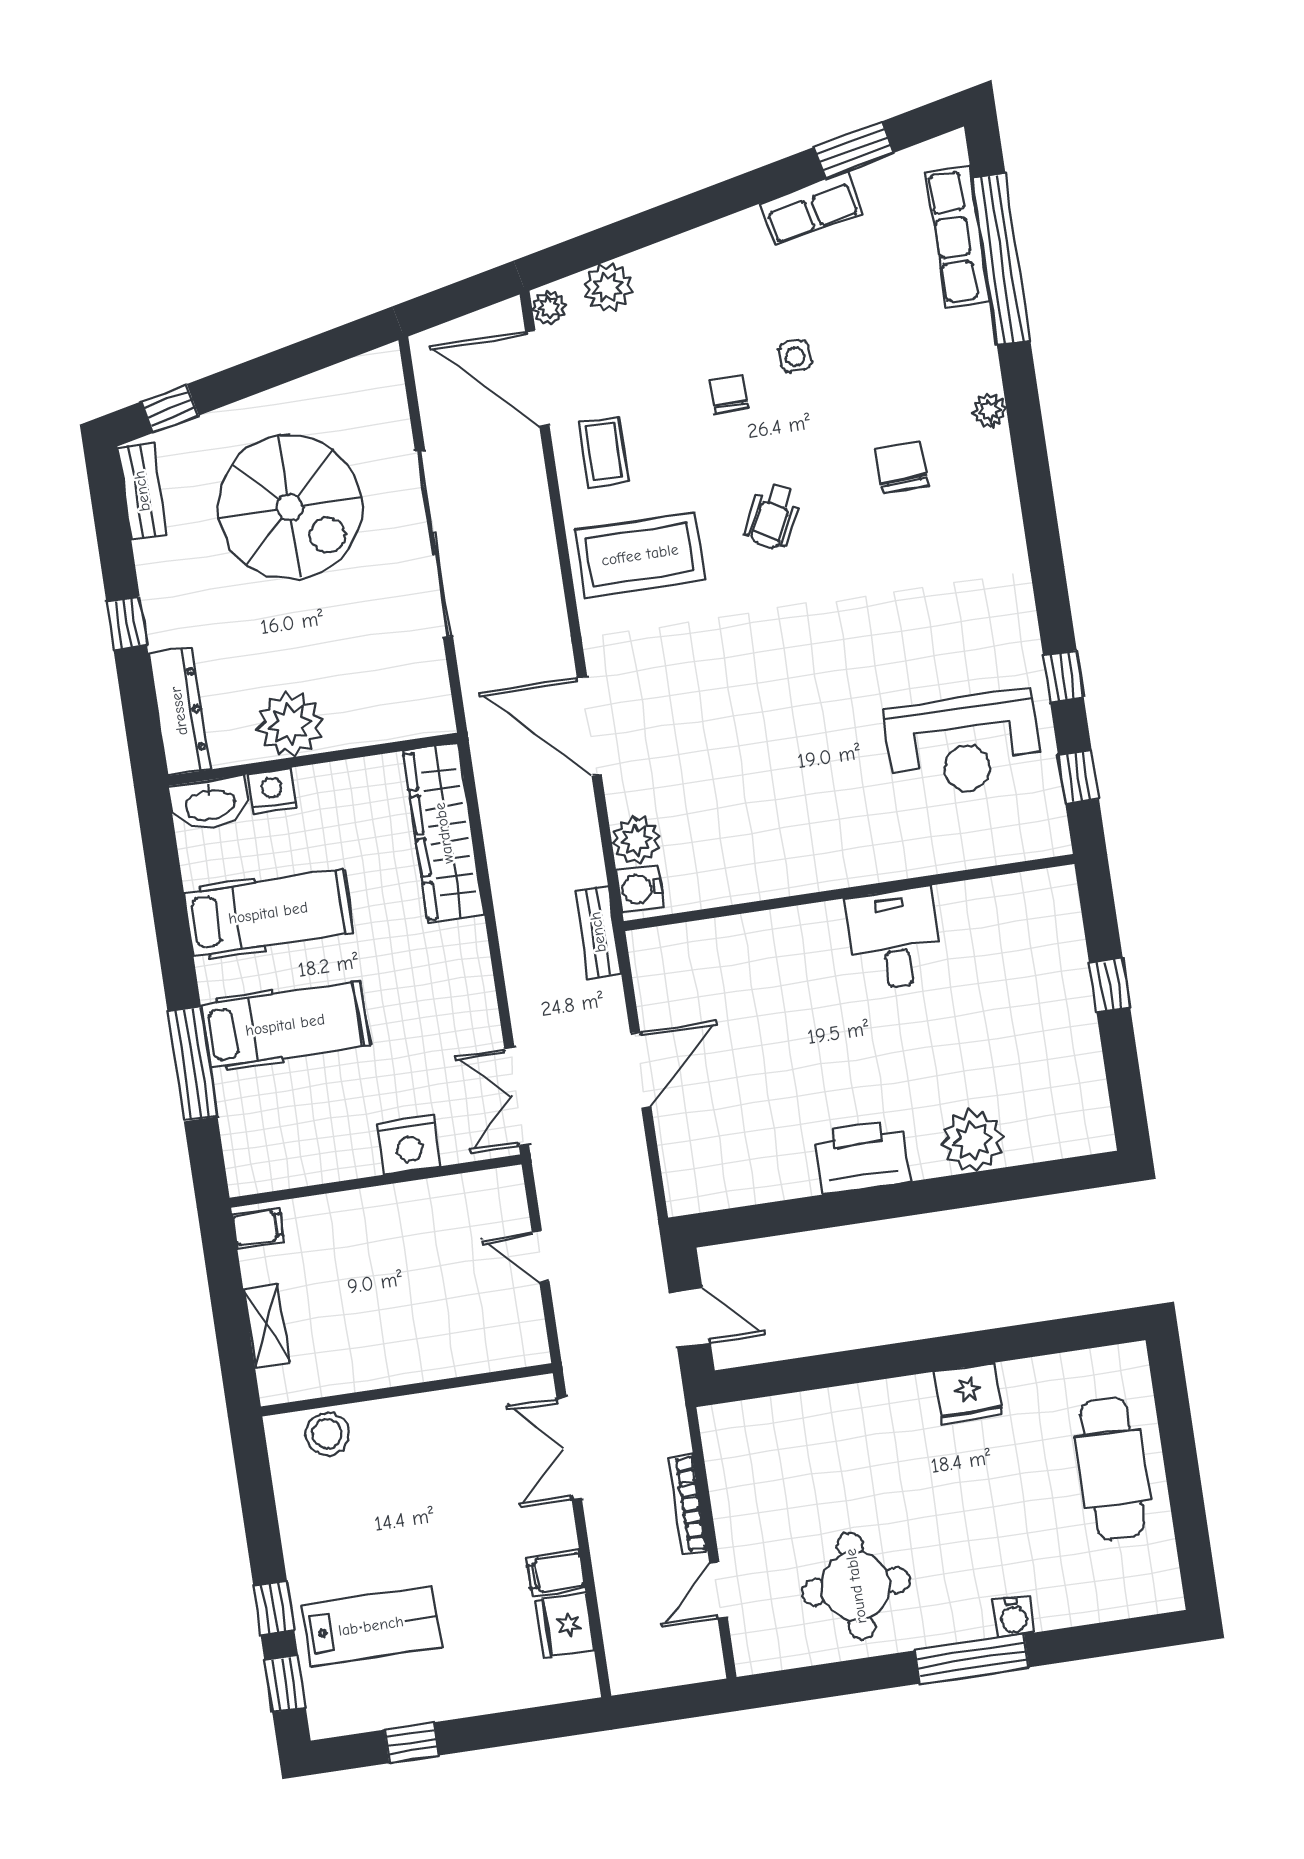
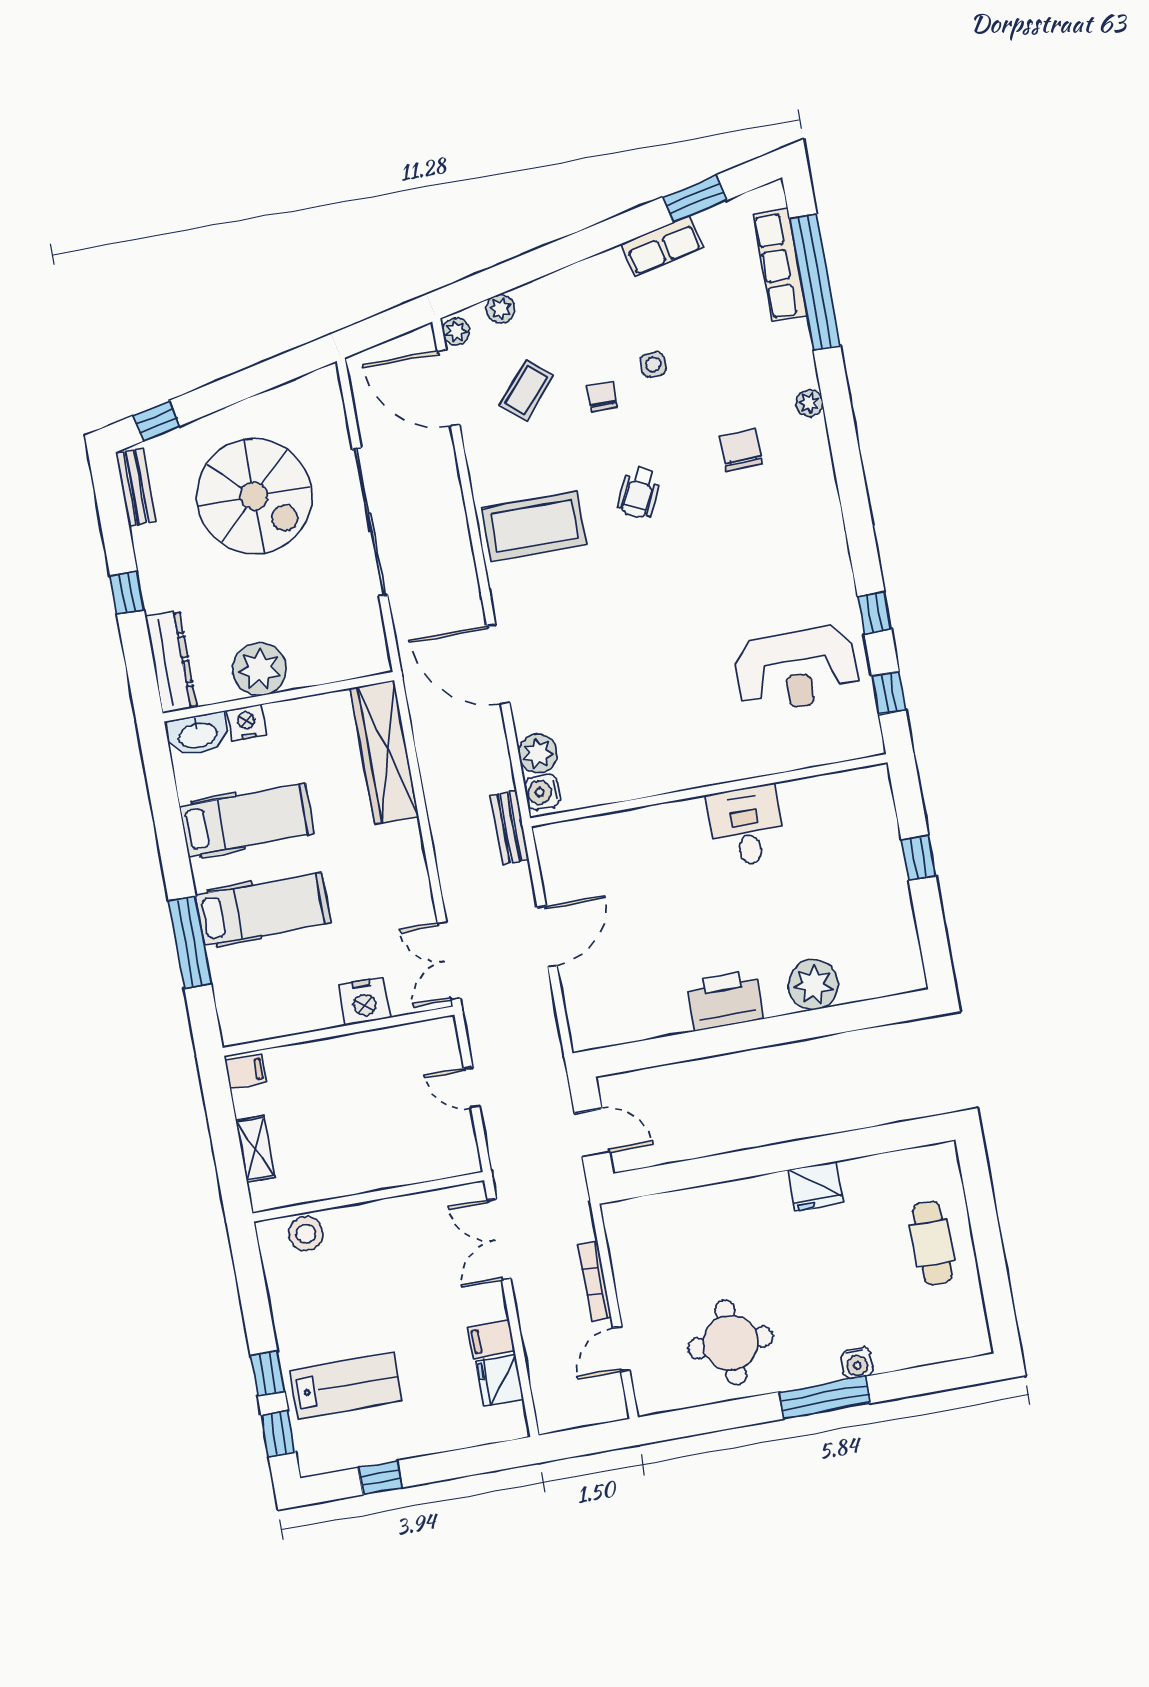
plant: (608, 287) -> (500, 309), width x0.73, depth x0.73
coffee table: (604, 452) -> (526, 390), moved, turned 41
cafe table: (1112, 1469) -> (932, 1243), width x0.73, depth x0.74

